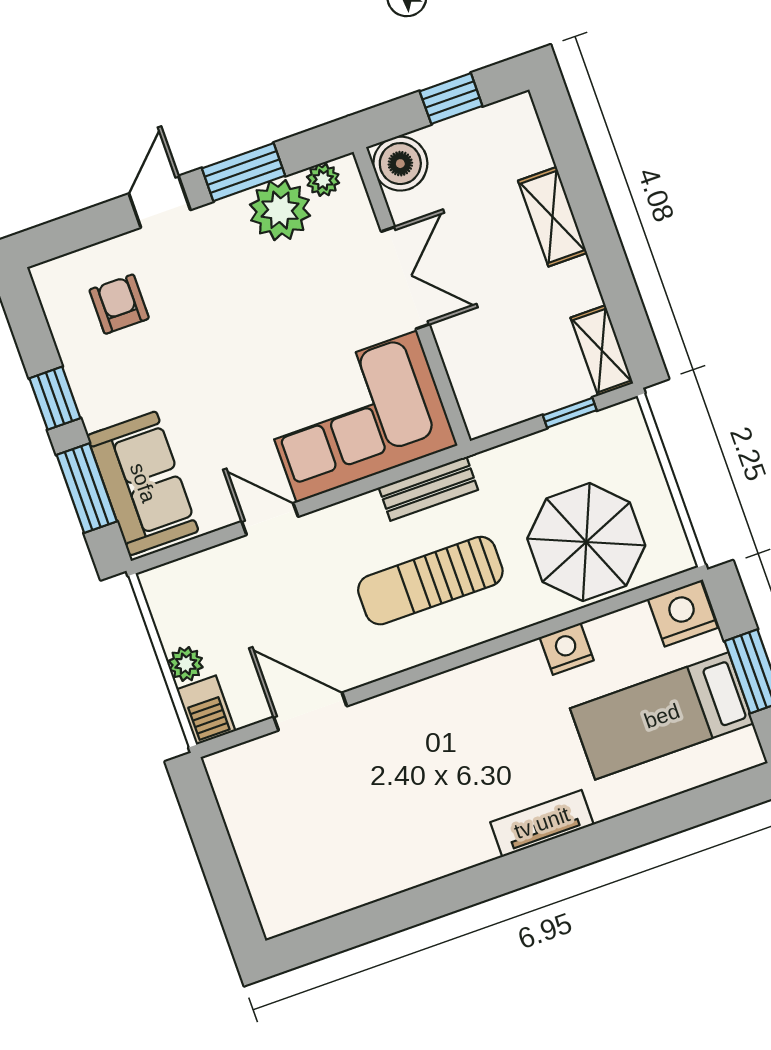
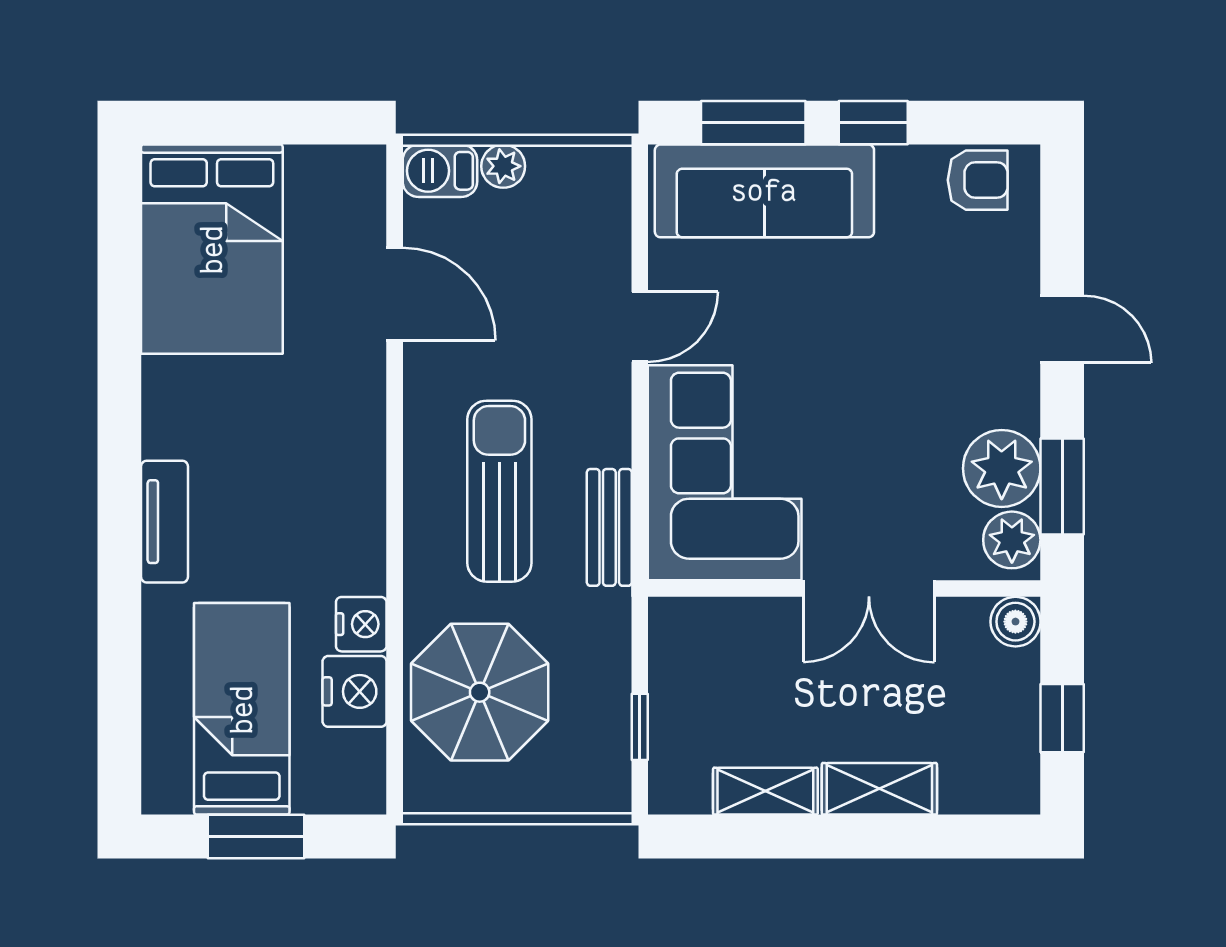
boiler: (400, 164) -> (1015, 622), width x0.73, depth x0.73
window: (243, 172) -> (1062, 486), moved
plant: (323, 180) -> (1012, 540), width x1.38, depth x1.38
armchair: (119, 304) -> (978, 180), moved
shelving: (602, 350) -> (765, 791), moved
sofa: (143, 483) -> (764, 191), width x1.36
nightstand: (683, 613) -> (355, 691), moved
door: (310, 711) -> (395, 294), hinge flipped
bed: (325, 860) -> (212, 249), added

